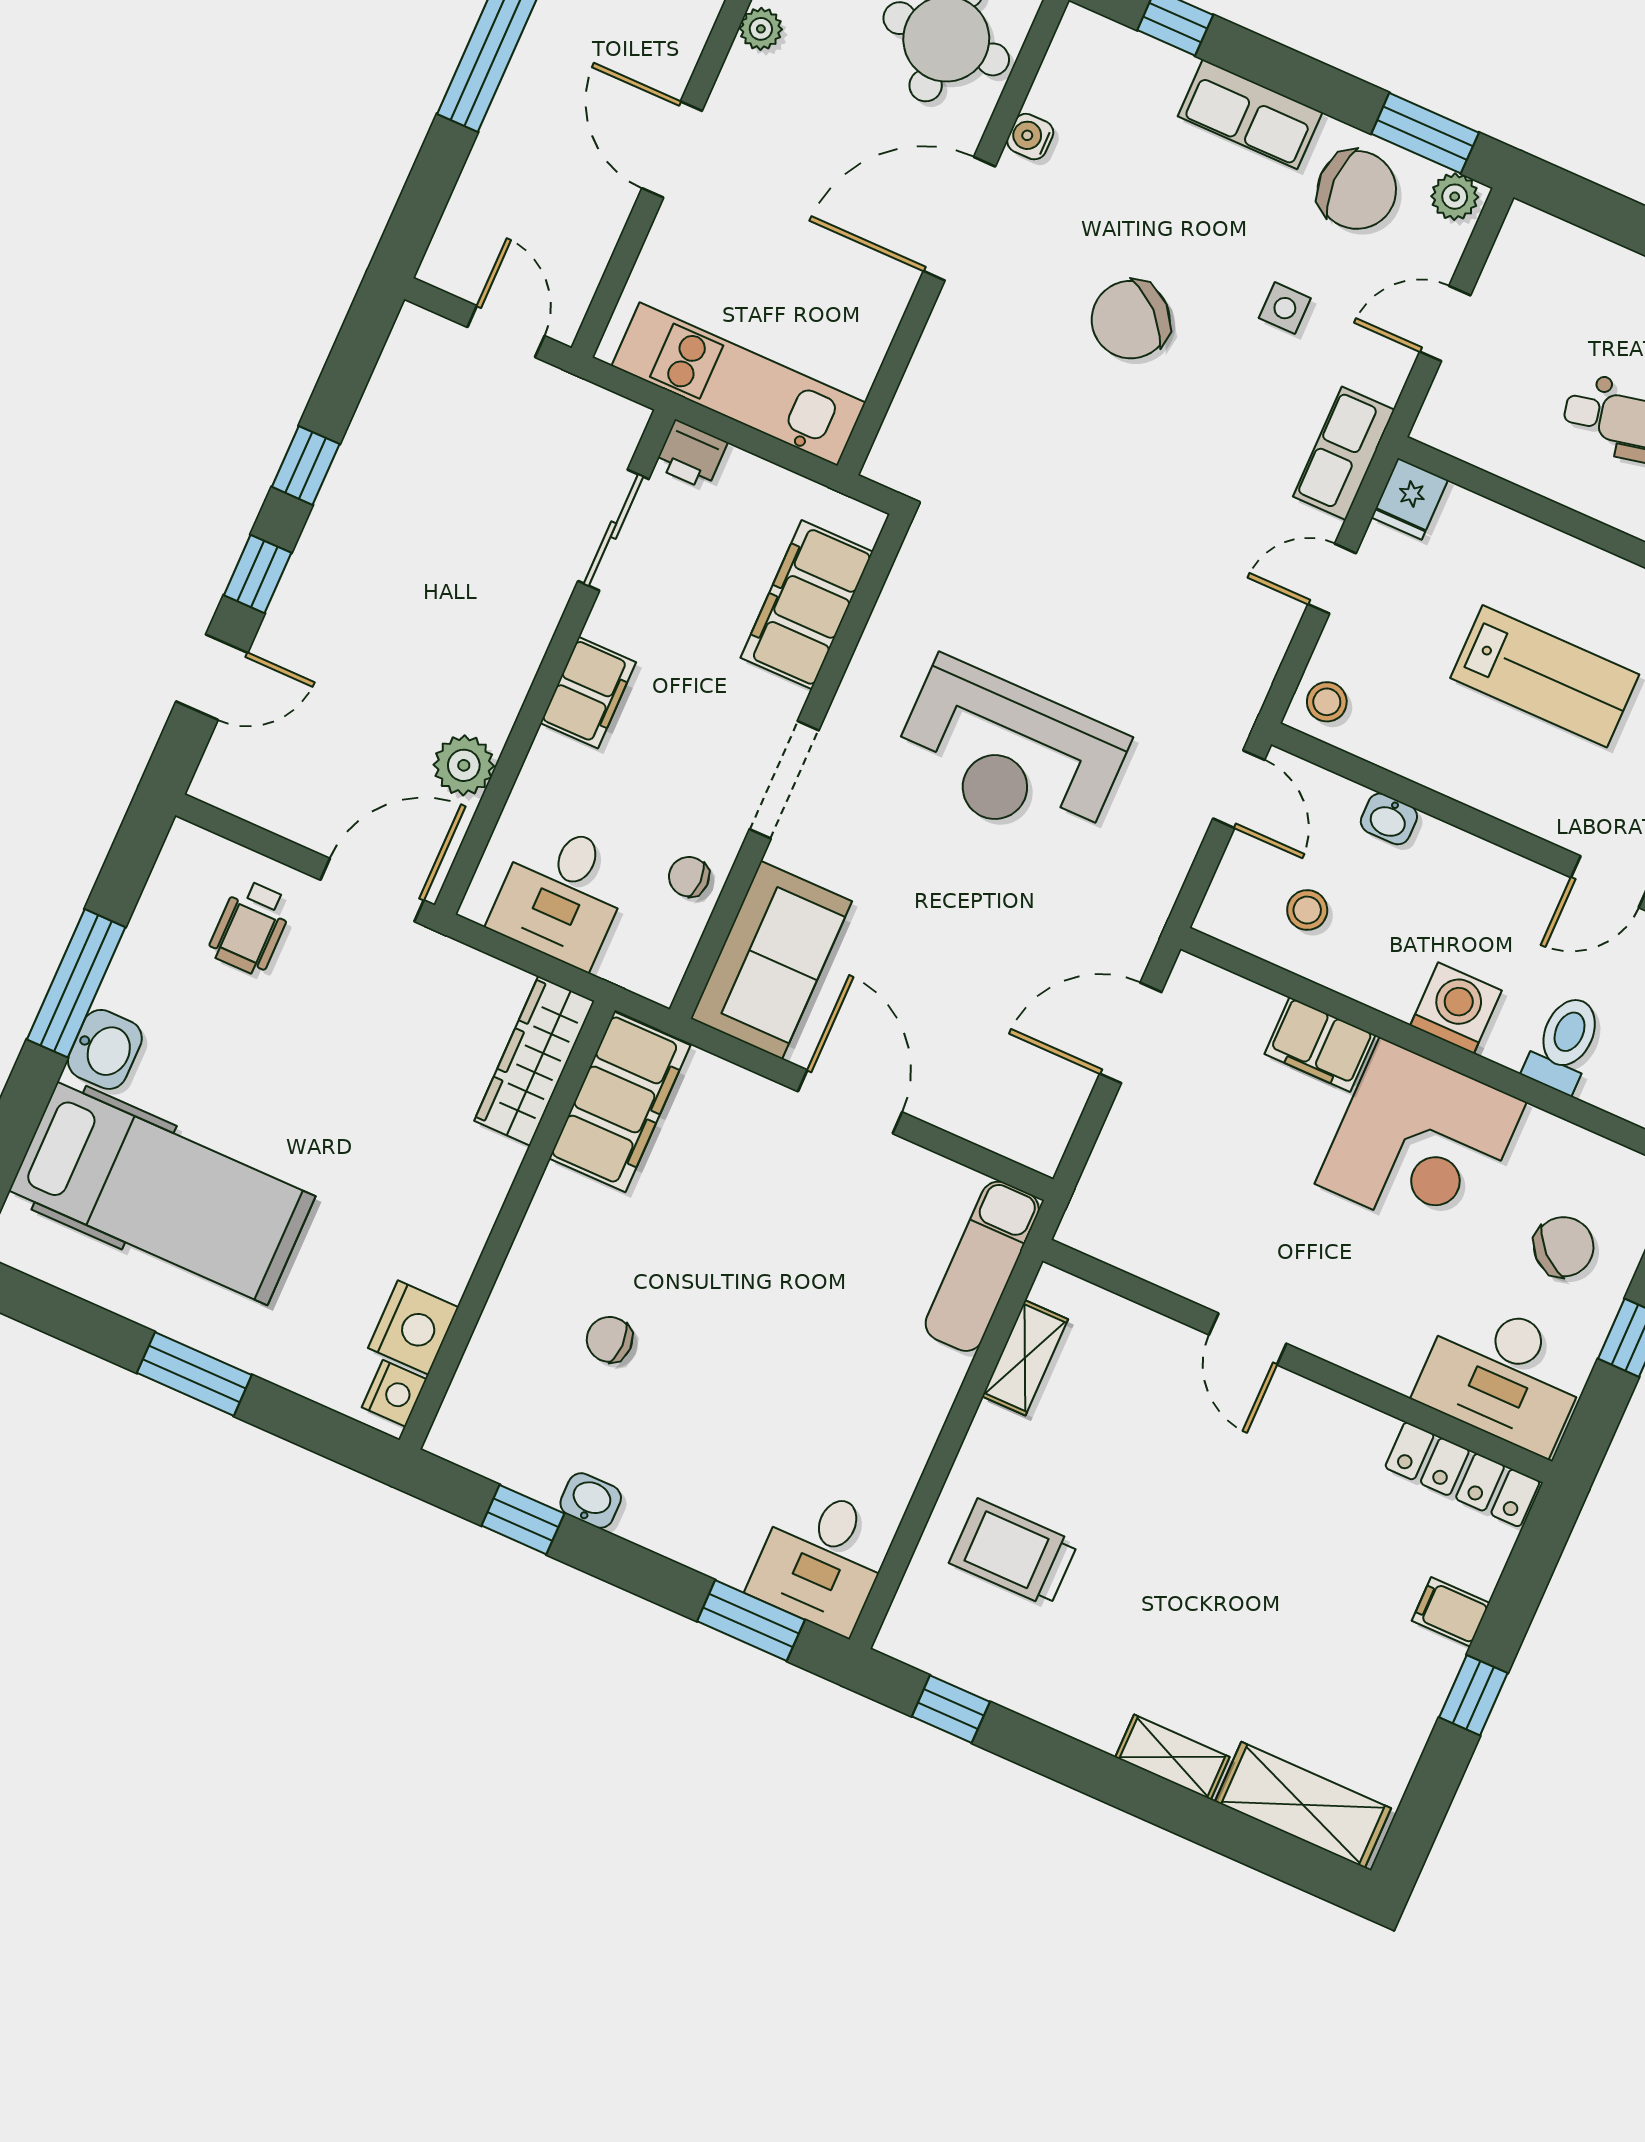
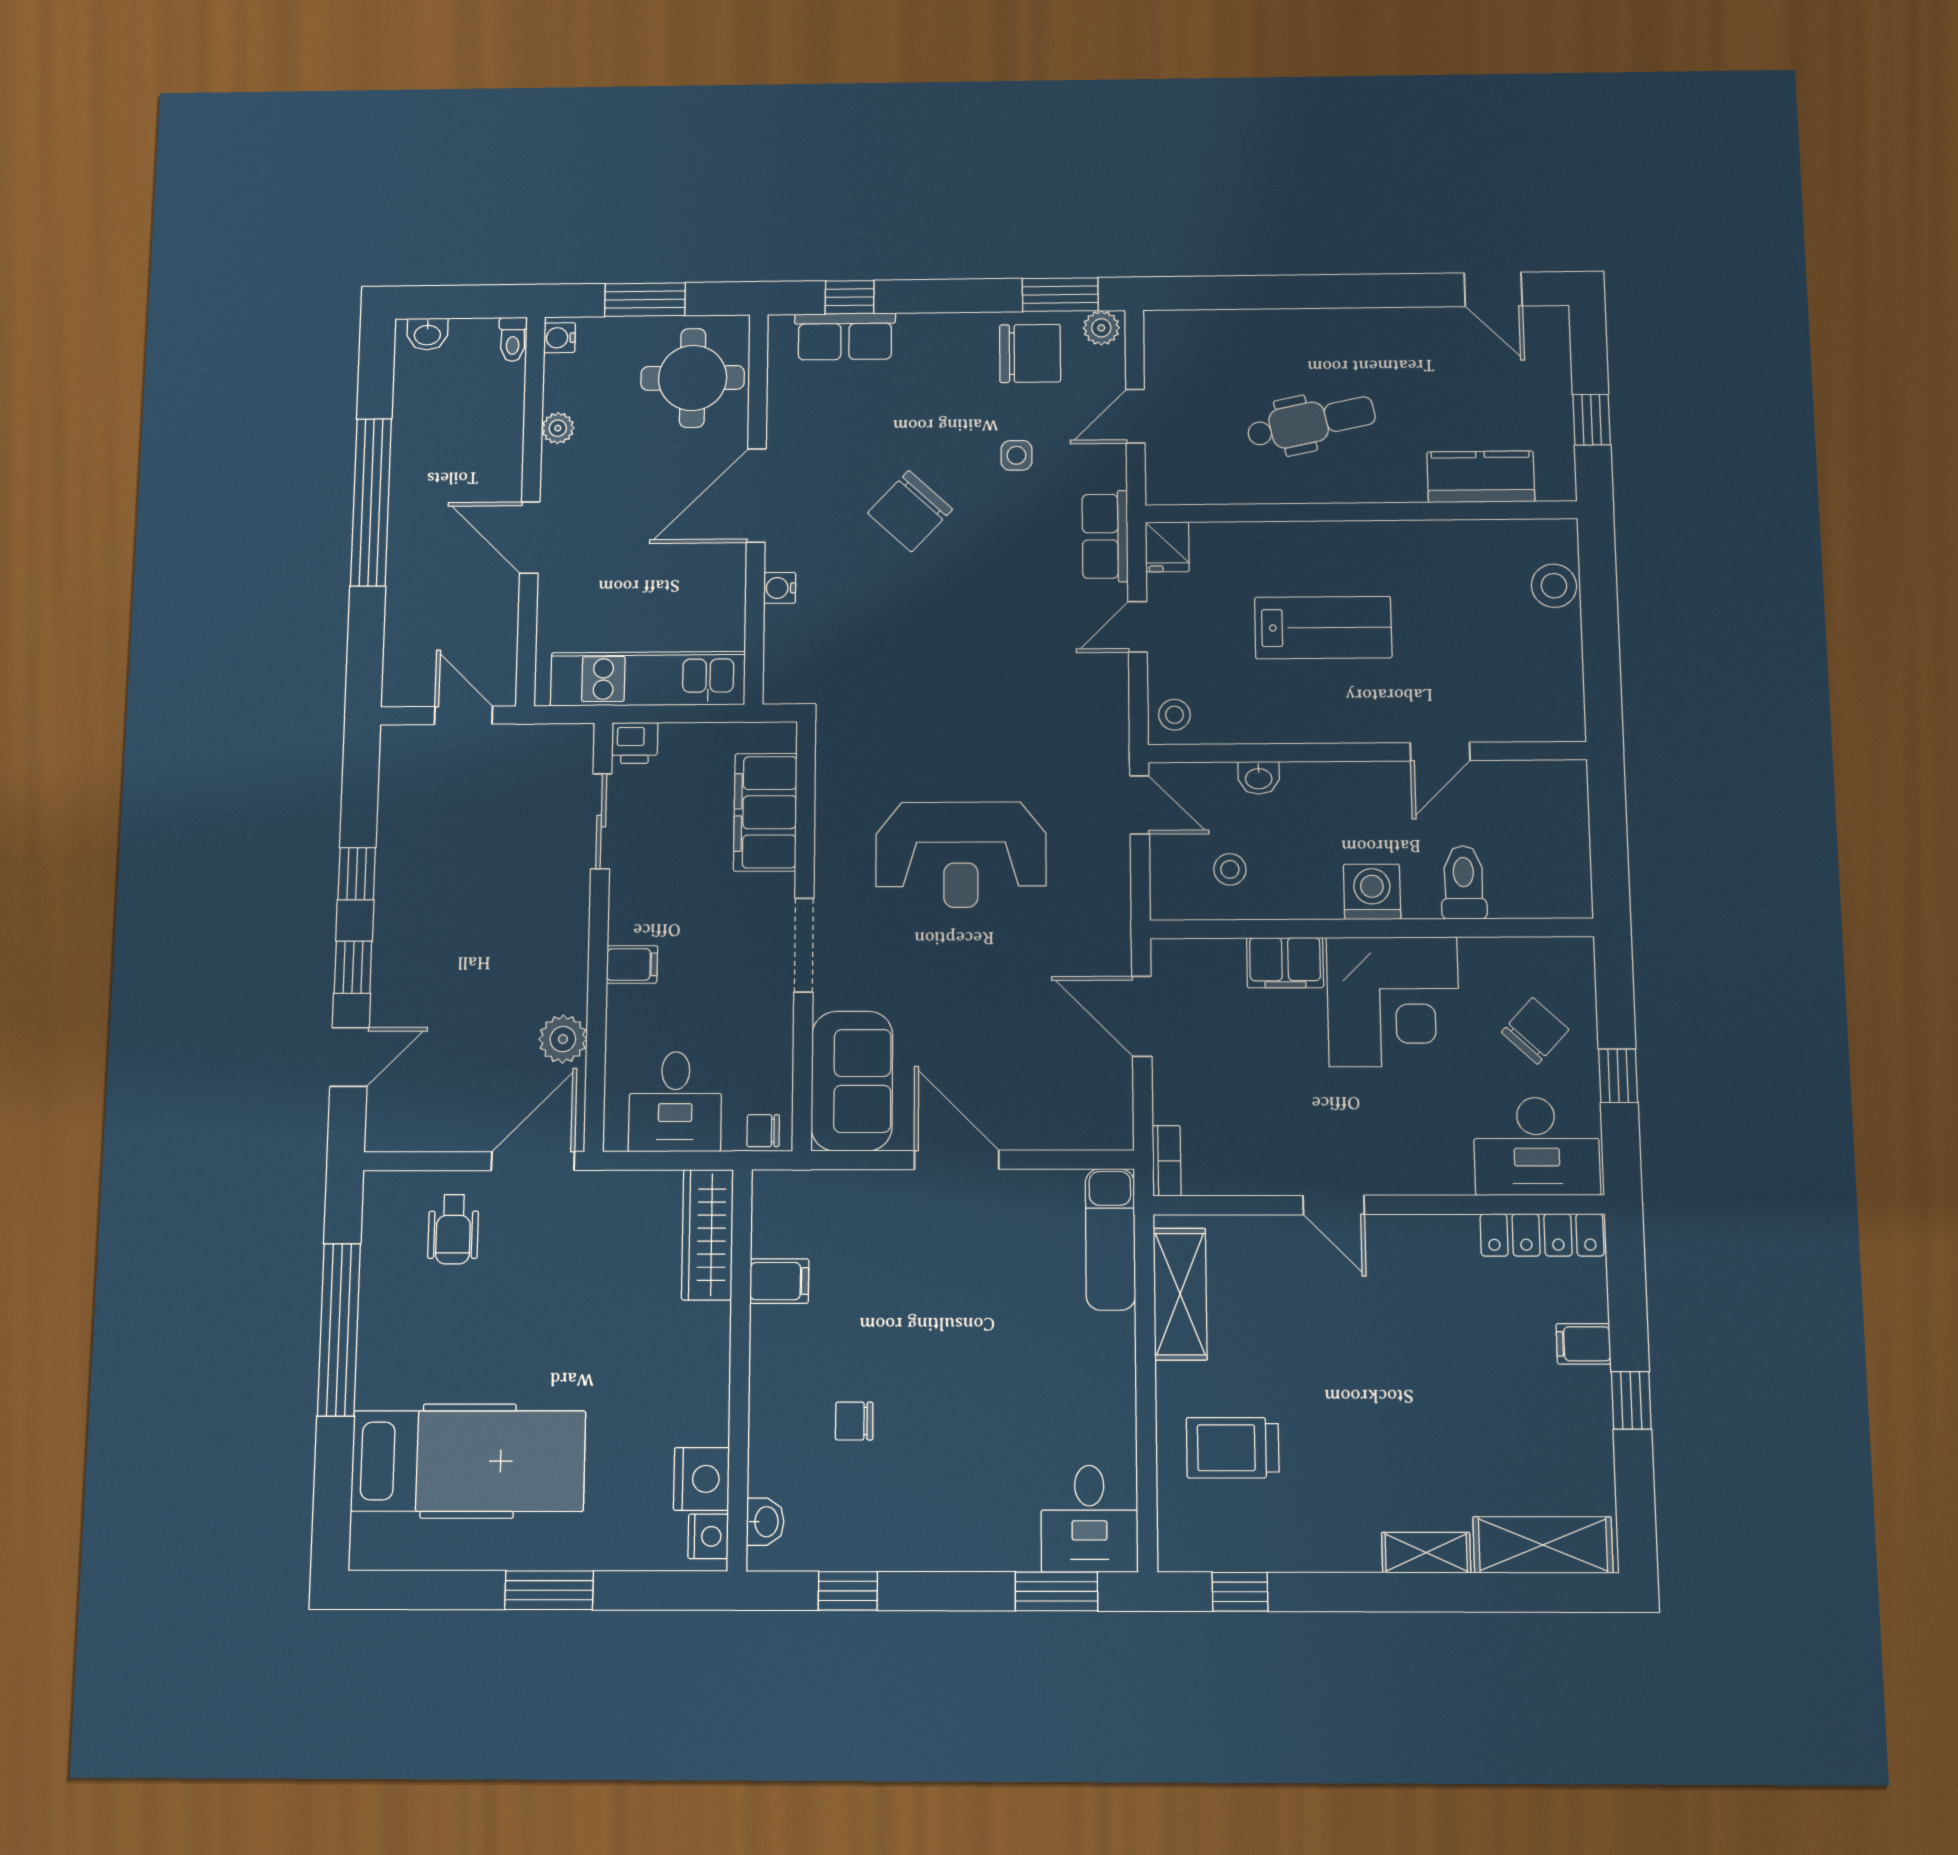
row of seats: (1250, 114) -> (845, 336), moved
water cooler: (1030, 137) -> (780, 588), moved
filing cabinet: (588, 693) -> (632, 964), width x0.50
chair: (689, 877) -> (763, 1131), moved
window: (76, 983) -> (339, 1330), width x1.46
door: (1131, 1033) -> (1142, 1016), hinge flipped
washbasin: (105, 1049) -> (381, 1370), removed
filing cabinet: (620, 1102) -> (779, 1281), width x0.33, depth x0.86
bookcase: (1084, 1207) -> (1167, 1161), added
shelving: (1025, 1358) -> (1180, 1294), width x1.50, depth x1.33
washbasin: (591, 1501) -> (765, 1522), moved, turned 90

